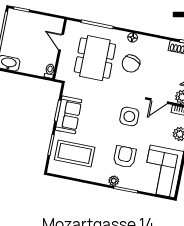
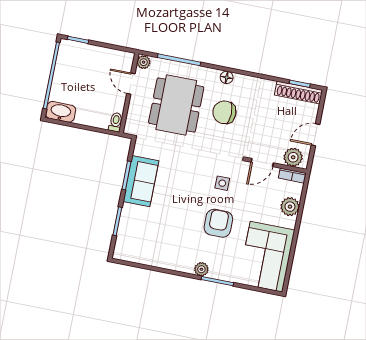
plant: (71, 26) -> (144, 62), added
chair: (131, 64) -> (224, 112), turned 72
side table: (129, 116) -> (222, 183), width x0.54, depth x0.54
coffee table: (75, 153) -> (149, 233), removed
armchair: (125, 157) -> (218, 223), moved

